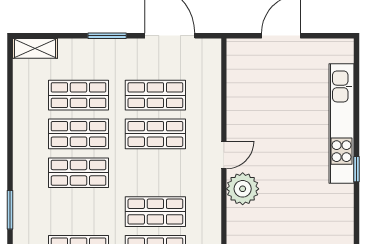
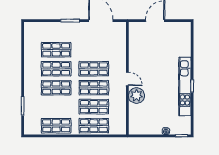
shelving: (35, 48) -> (35, 27), removed
shop shelf: (155, 95) -> (94, 88), moved
kitchen unit: (342, 124) -> (185, 86), moved
door: (224, 155) -> (127, 79), hinge flipped

